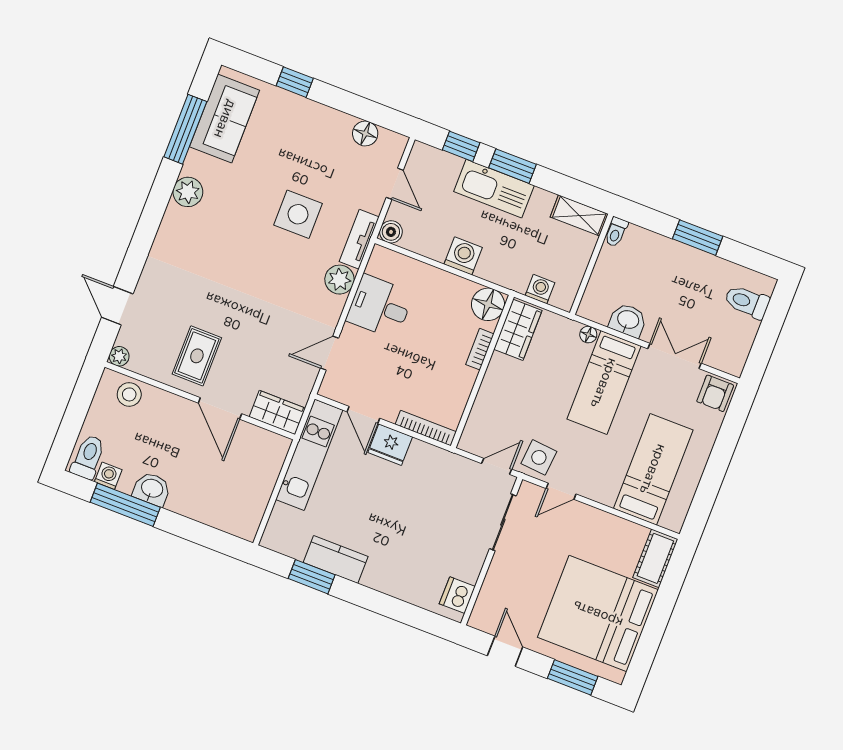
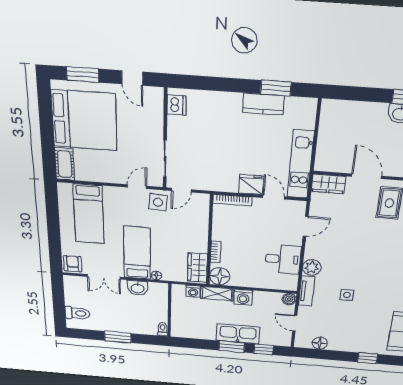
side table: (298, 214) -> (347, 295), width x0.54, depth x0.54
shelving: (579, 215) -> (217, 294), moved

